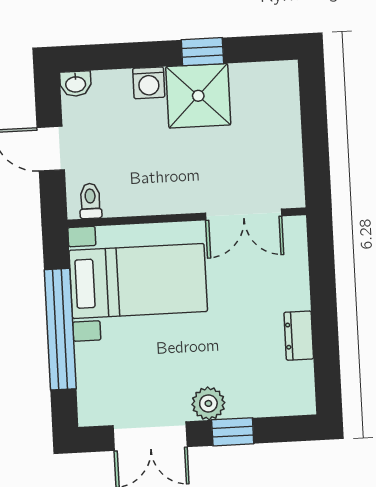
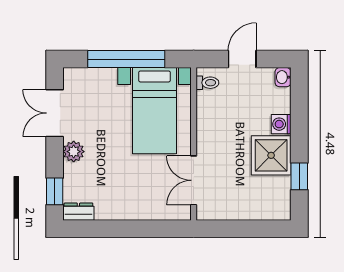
window: (202, 52) -> (299, 176), moved
dresser: (299, 336) -> (78, 212), moved
window: (233, 432) -> (55, 191), moved

